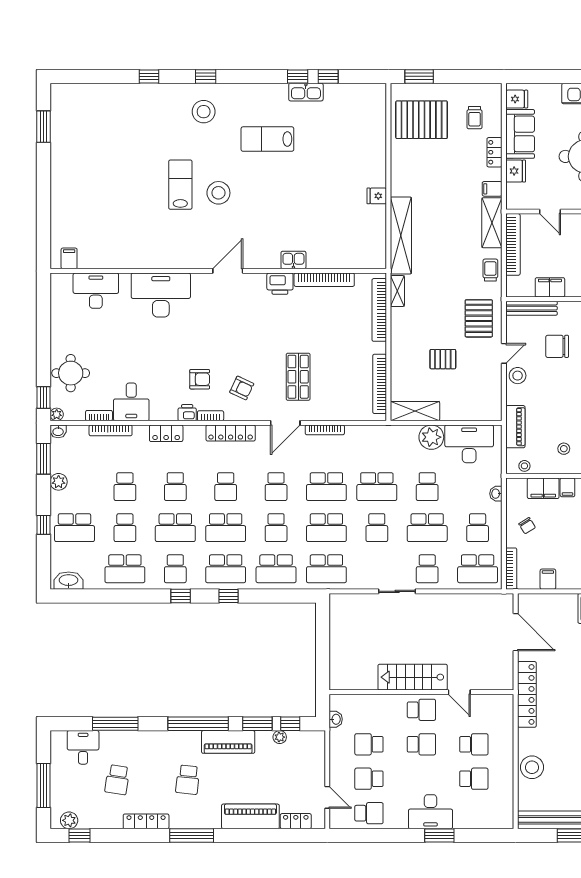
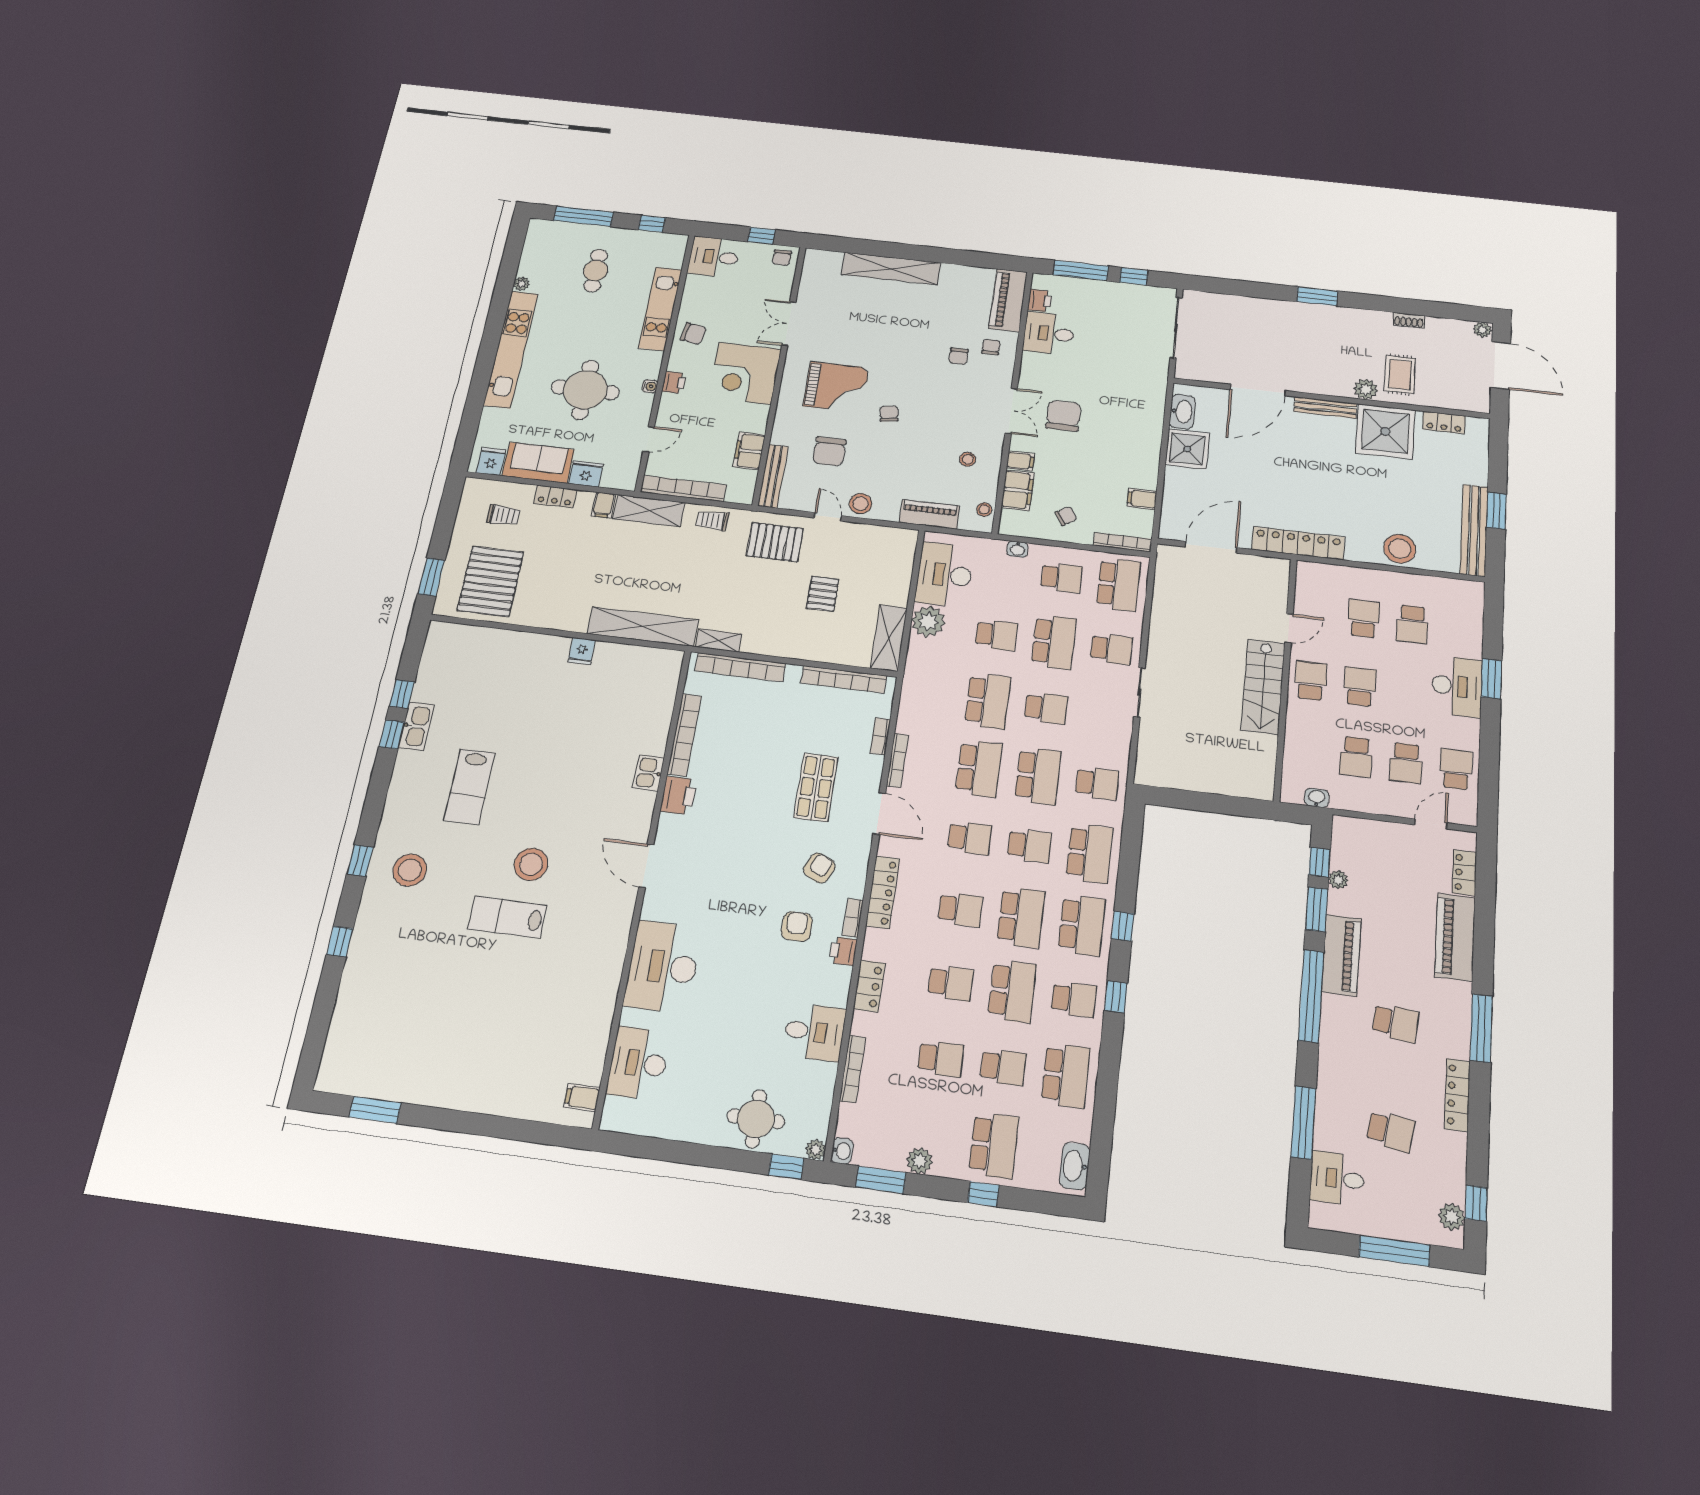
shop shelf: (298, 377) -> (816, 787), turned 90
bookcase: (99, 416) -> (880, 736), moved
school desk: (326, 569) -> (1097, 783), width x0.54
school desk: (474, 779) -> (1412, 624), turned 180

